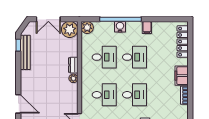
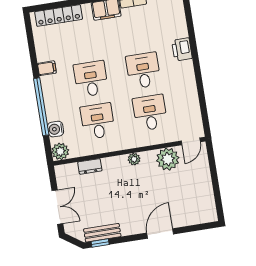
water cooler: (120, 27) -> (56, 129), moved
plant: (70, 29) -> (168, 159), moved
bench: (25, 52) -> (102, 233), width x0.73
dresser: (73, 65) -> (90, 166), moved
door: (18, 104) -> (160, 233), moved

